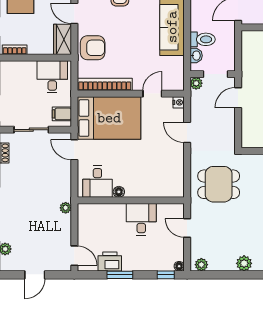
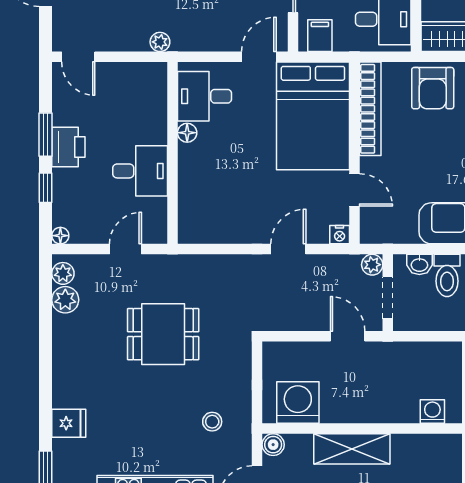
dining table: (219, 184) -> (163, 334), moved, turned 90
door: (74, 256) -> (78, 57), hinge flipped
printer: (110, 261) -> (68, 147), moved
plant: (244, 263) -> (65, 300), moved
window: (166, 275) -> (46, 188), moved

